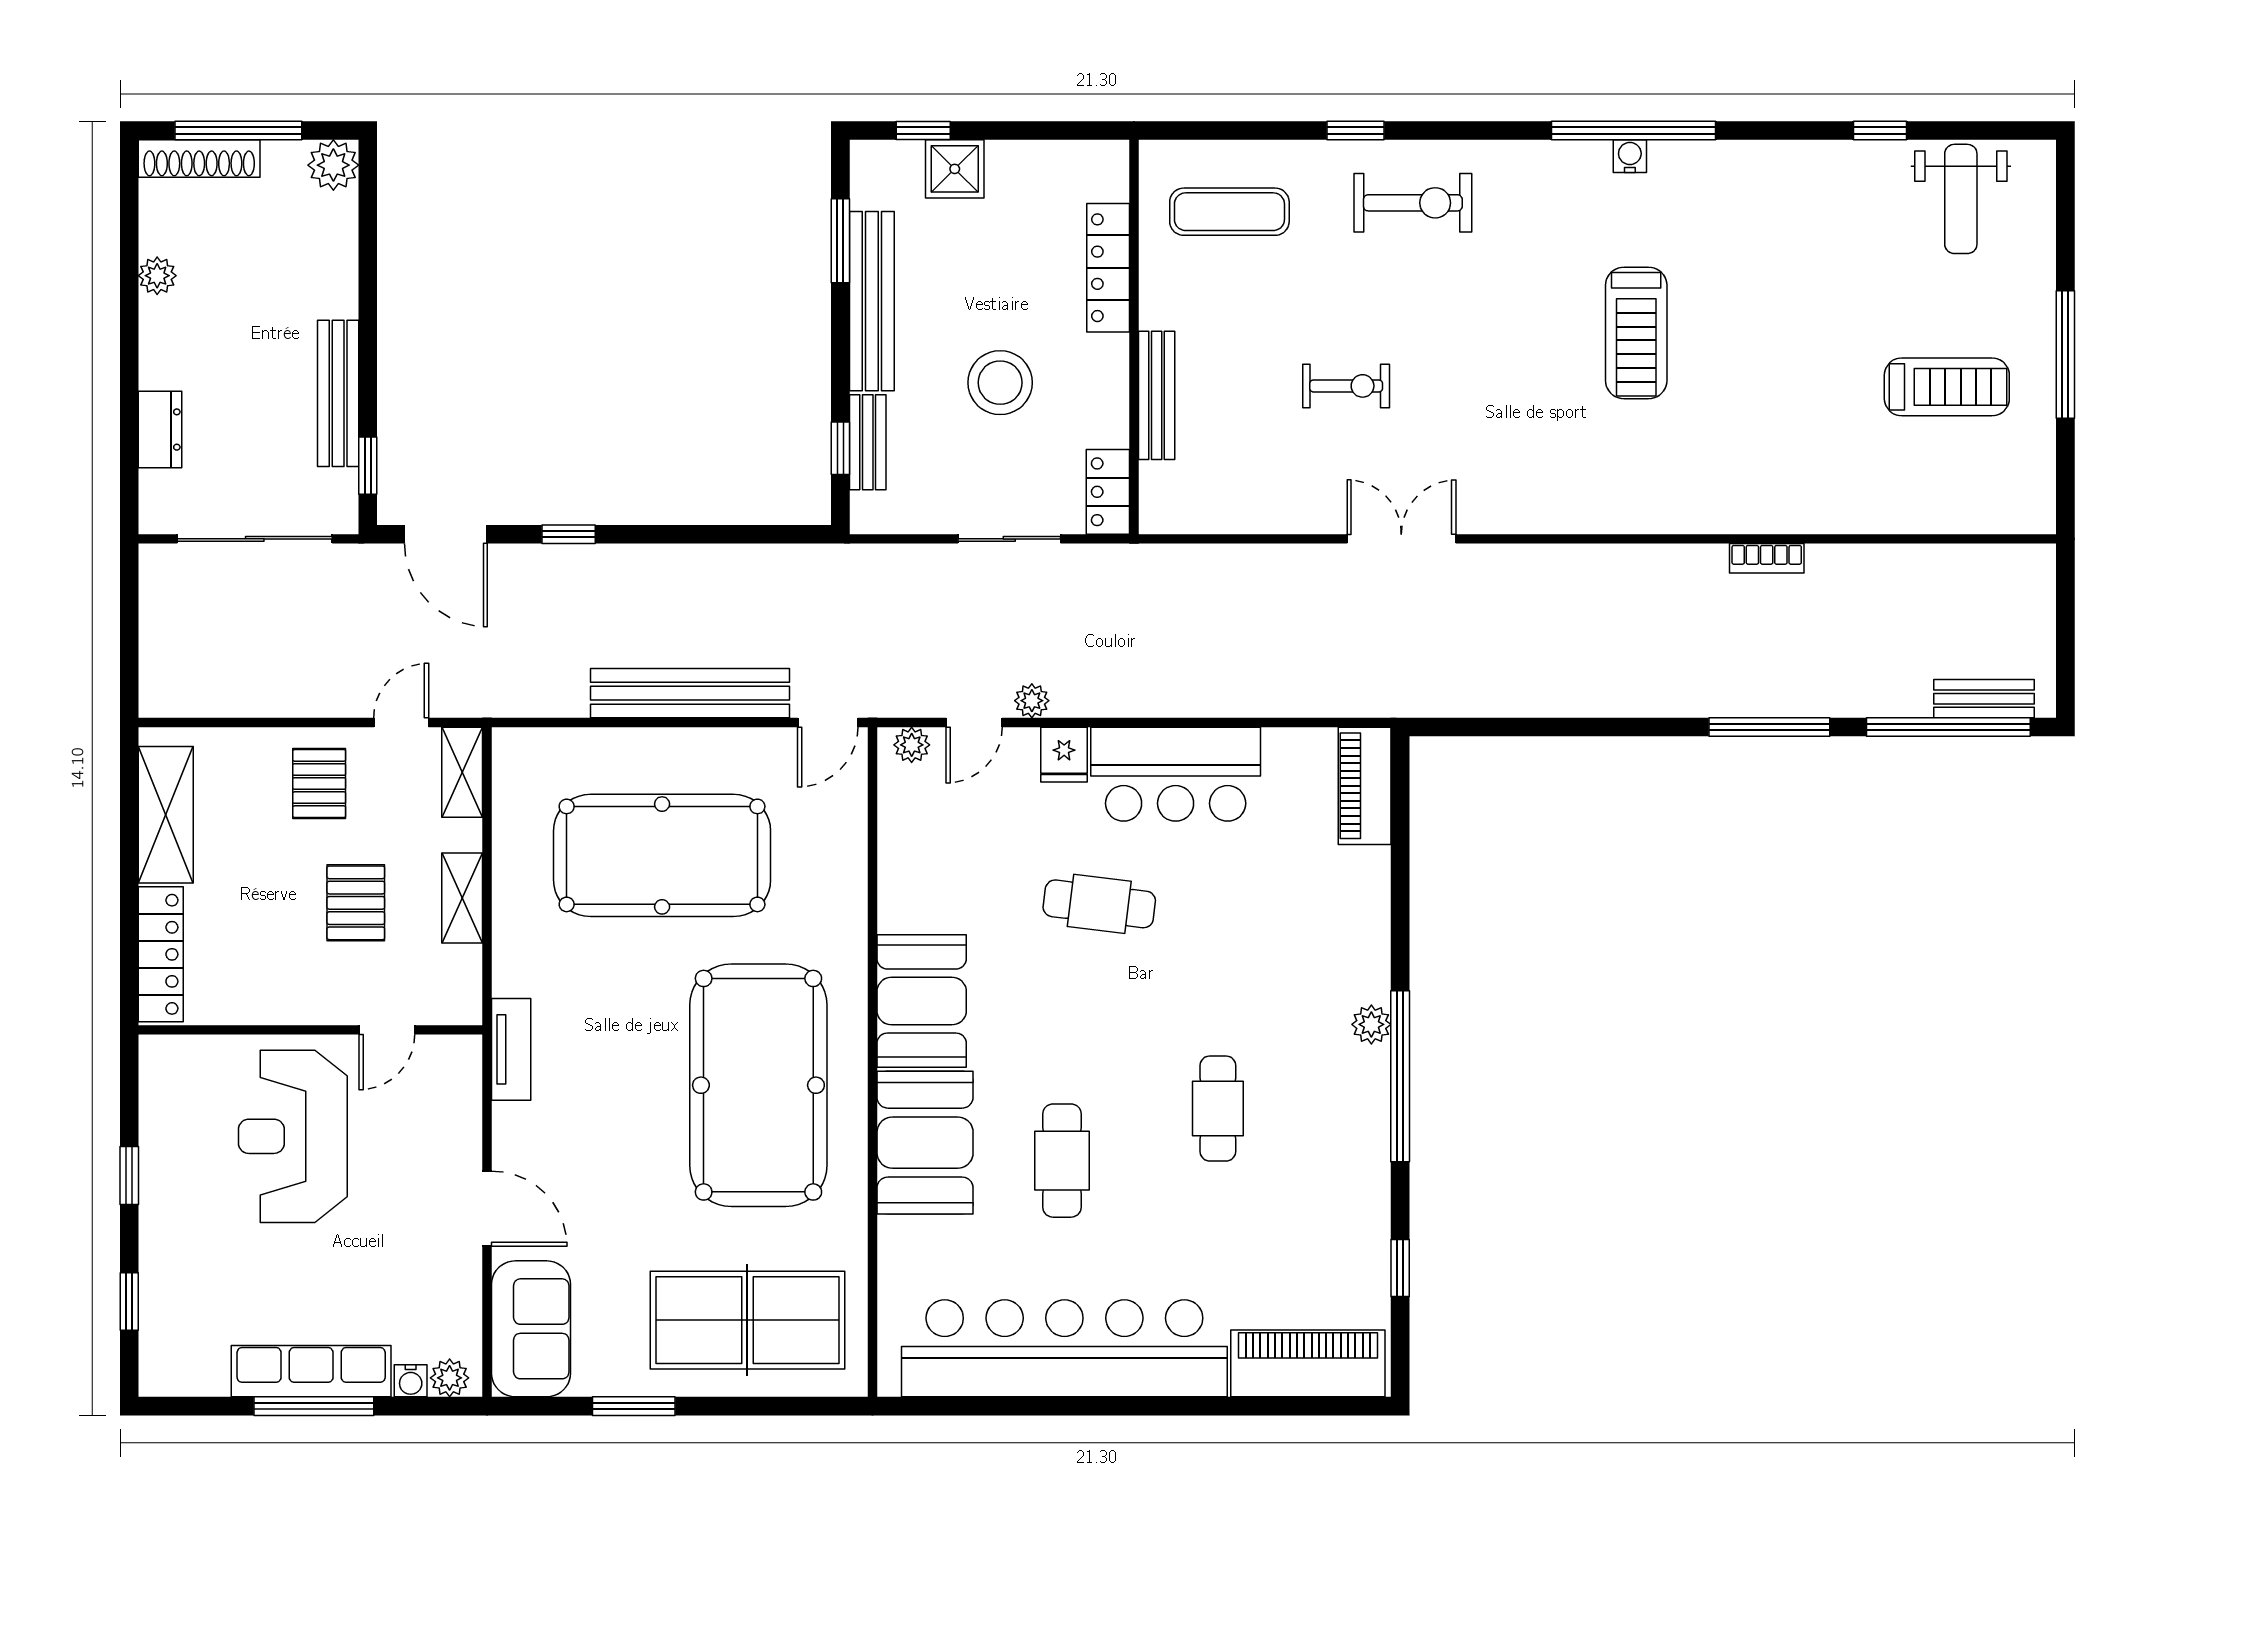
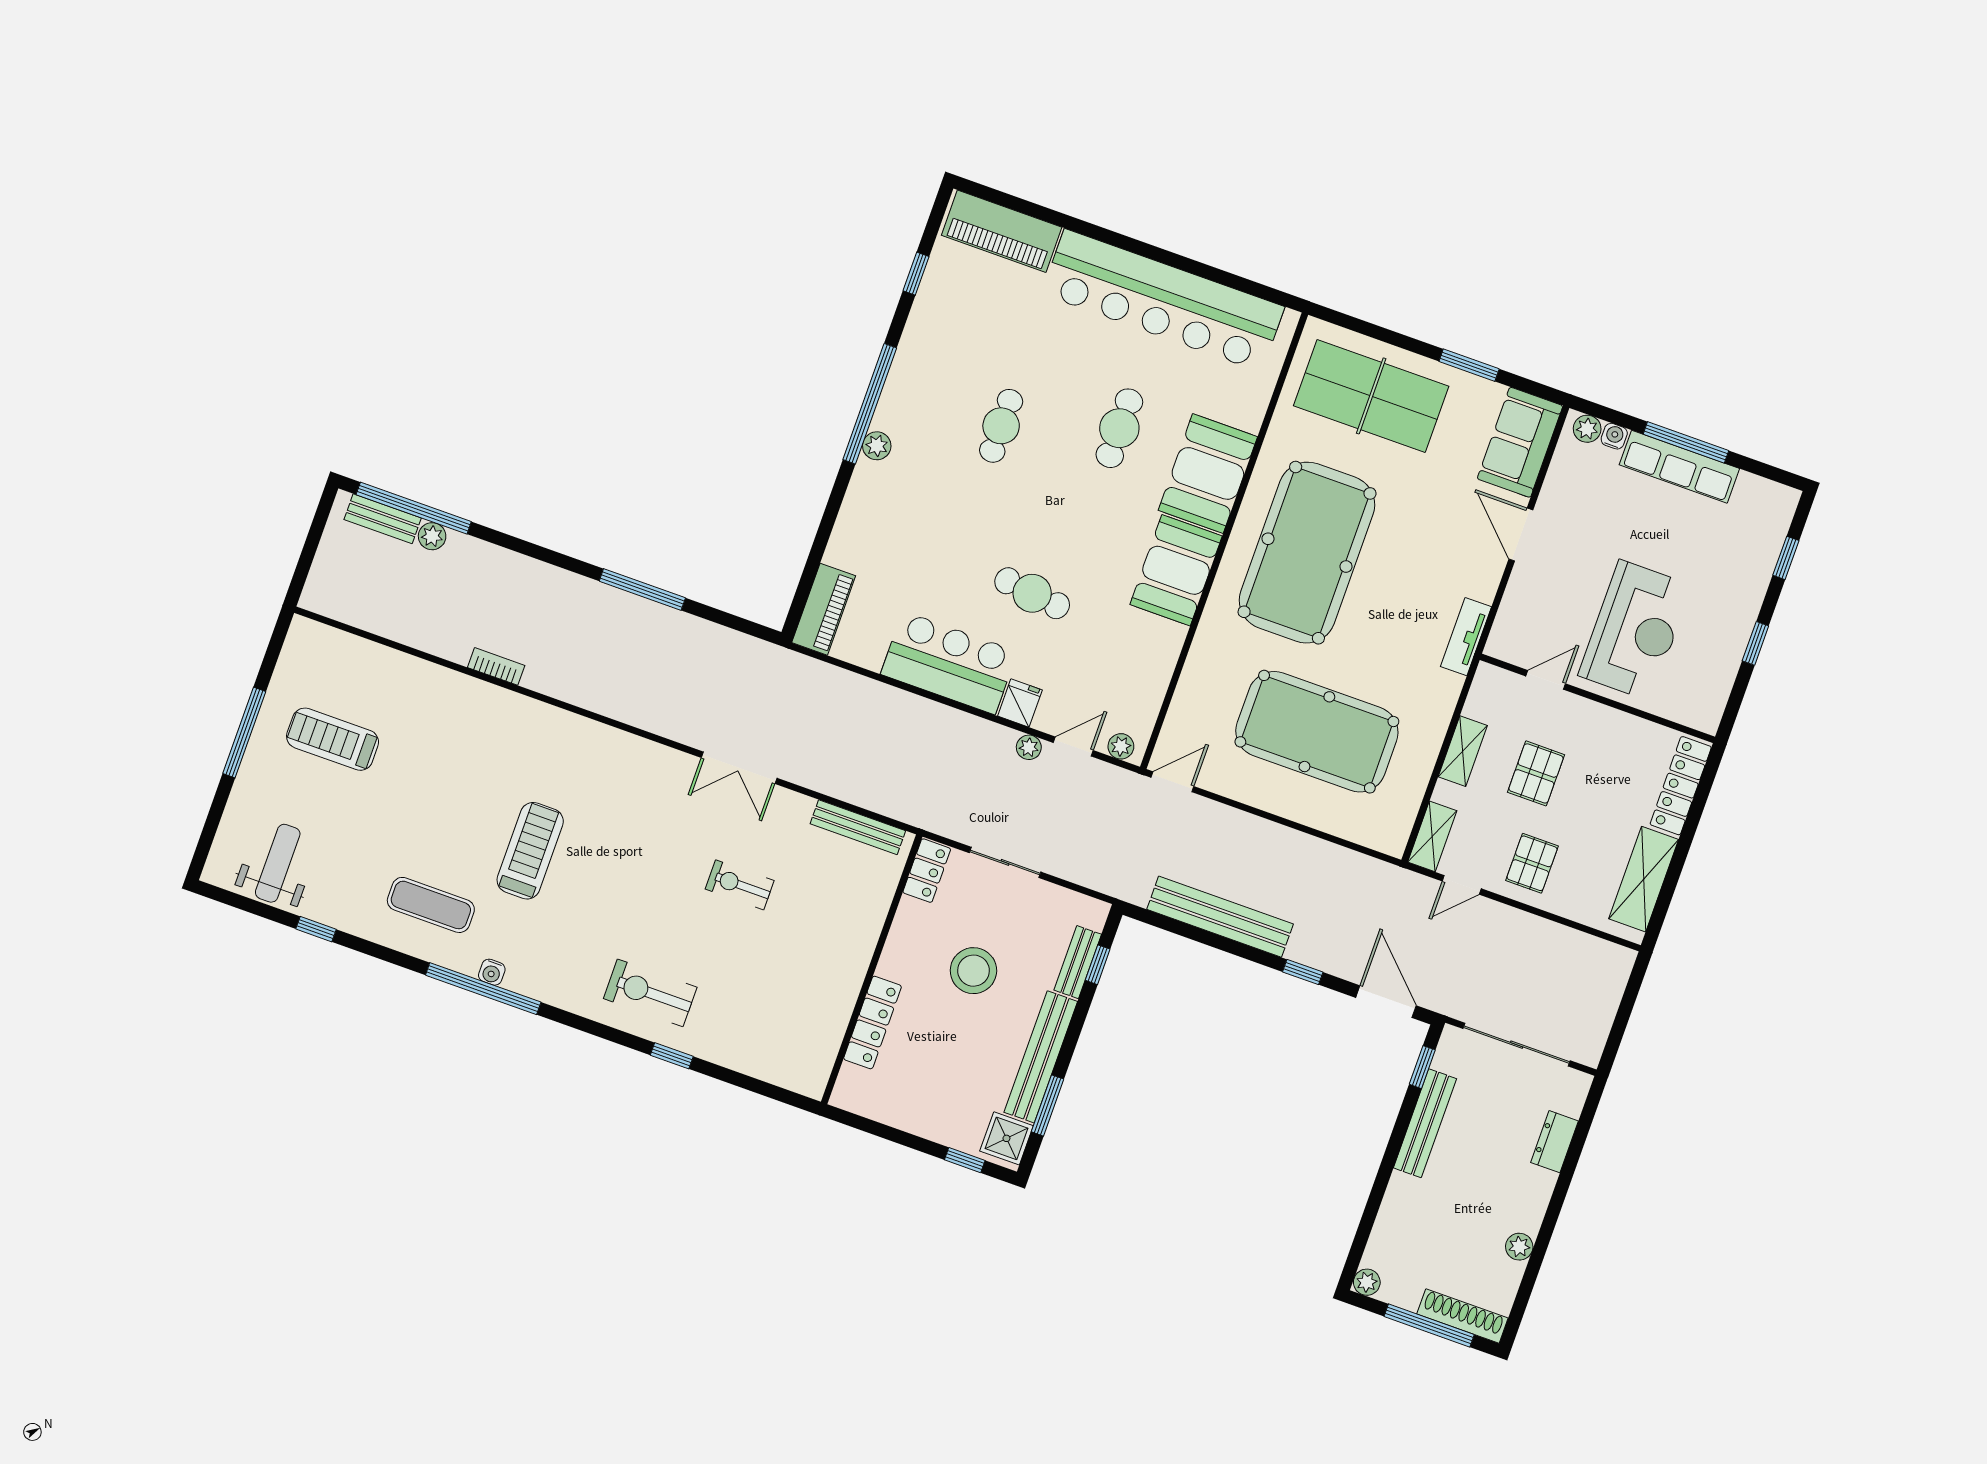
plant: (333, 165) -> (1367, 1282), width x0.73, depth x0.73
shower: (955, 169) -> (1007, 1138), moved
exercise mat: (1229, 212) -> (431, 905), moved
bench: (1157, 395) -> (858, 827), moved, turned 90
bench: (690, 693) -> (1220, 917), moved
plant: (1911, 699) -> (432, 536), added
window: (1769, 727) -> (642, 590), moved

